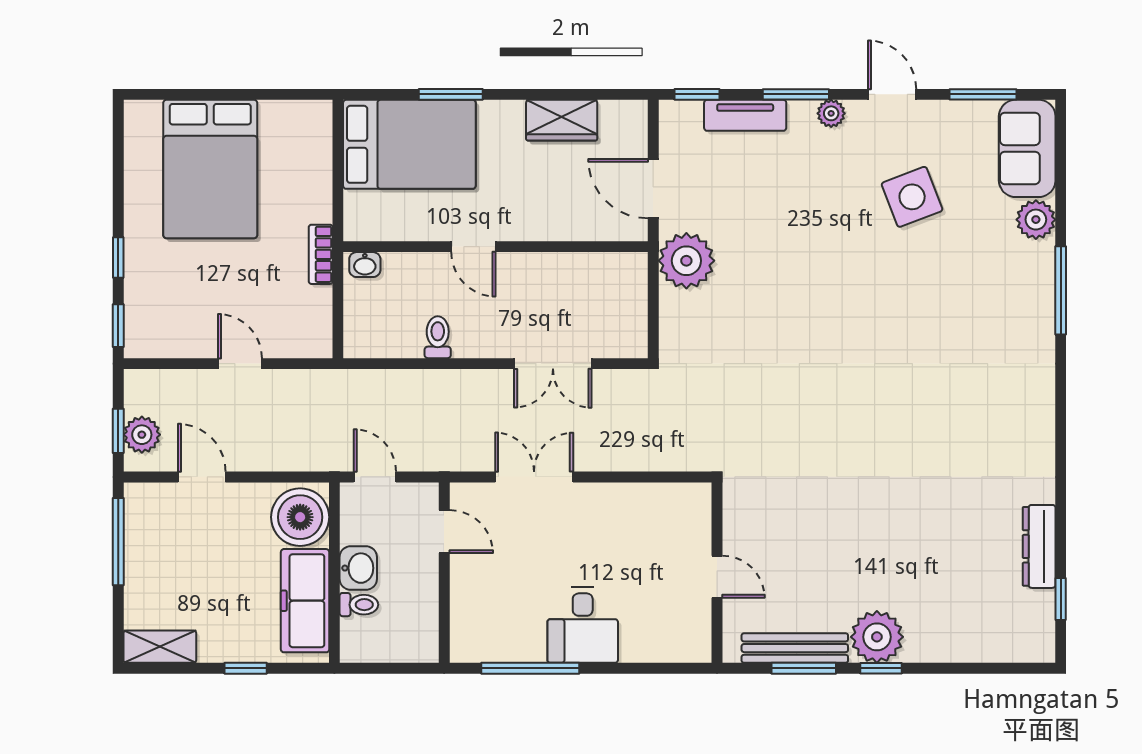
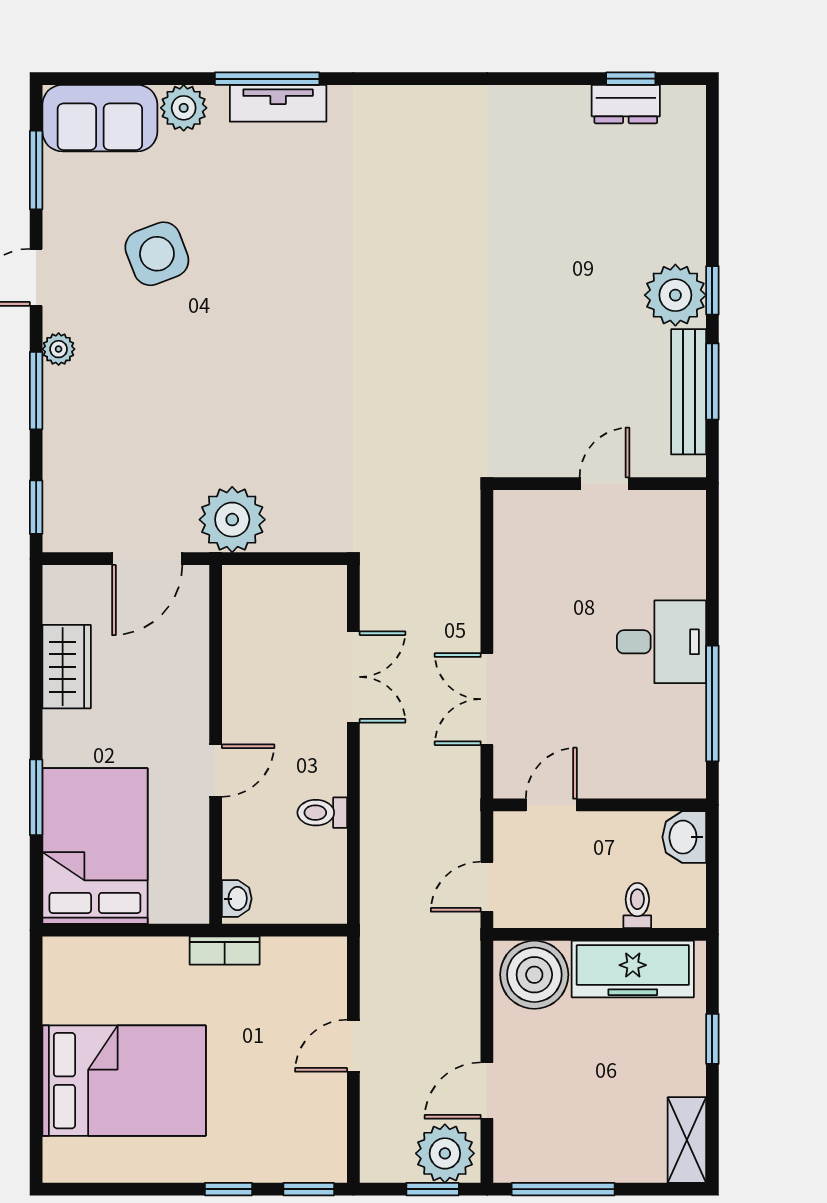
tv unit: (745, 115) -> (278, 103), moved, turned 90
plant: (142, 435) -> (445, 1153), width x1.36, depth x1.36
dresser: (1039, 546) -> (626, 104), moved, width x0.70
washbasin: (358, 568) -> (684, 837), moved, turned -90

